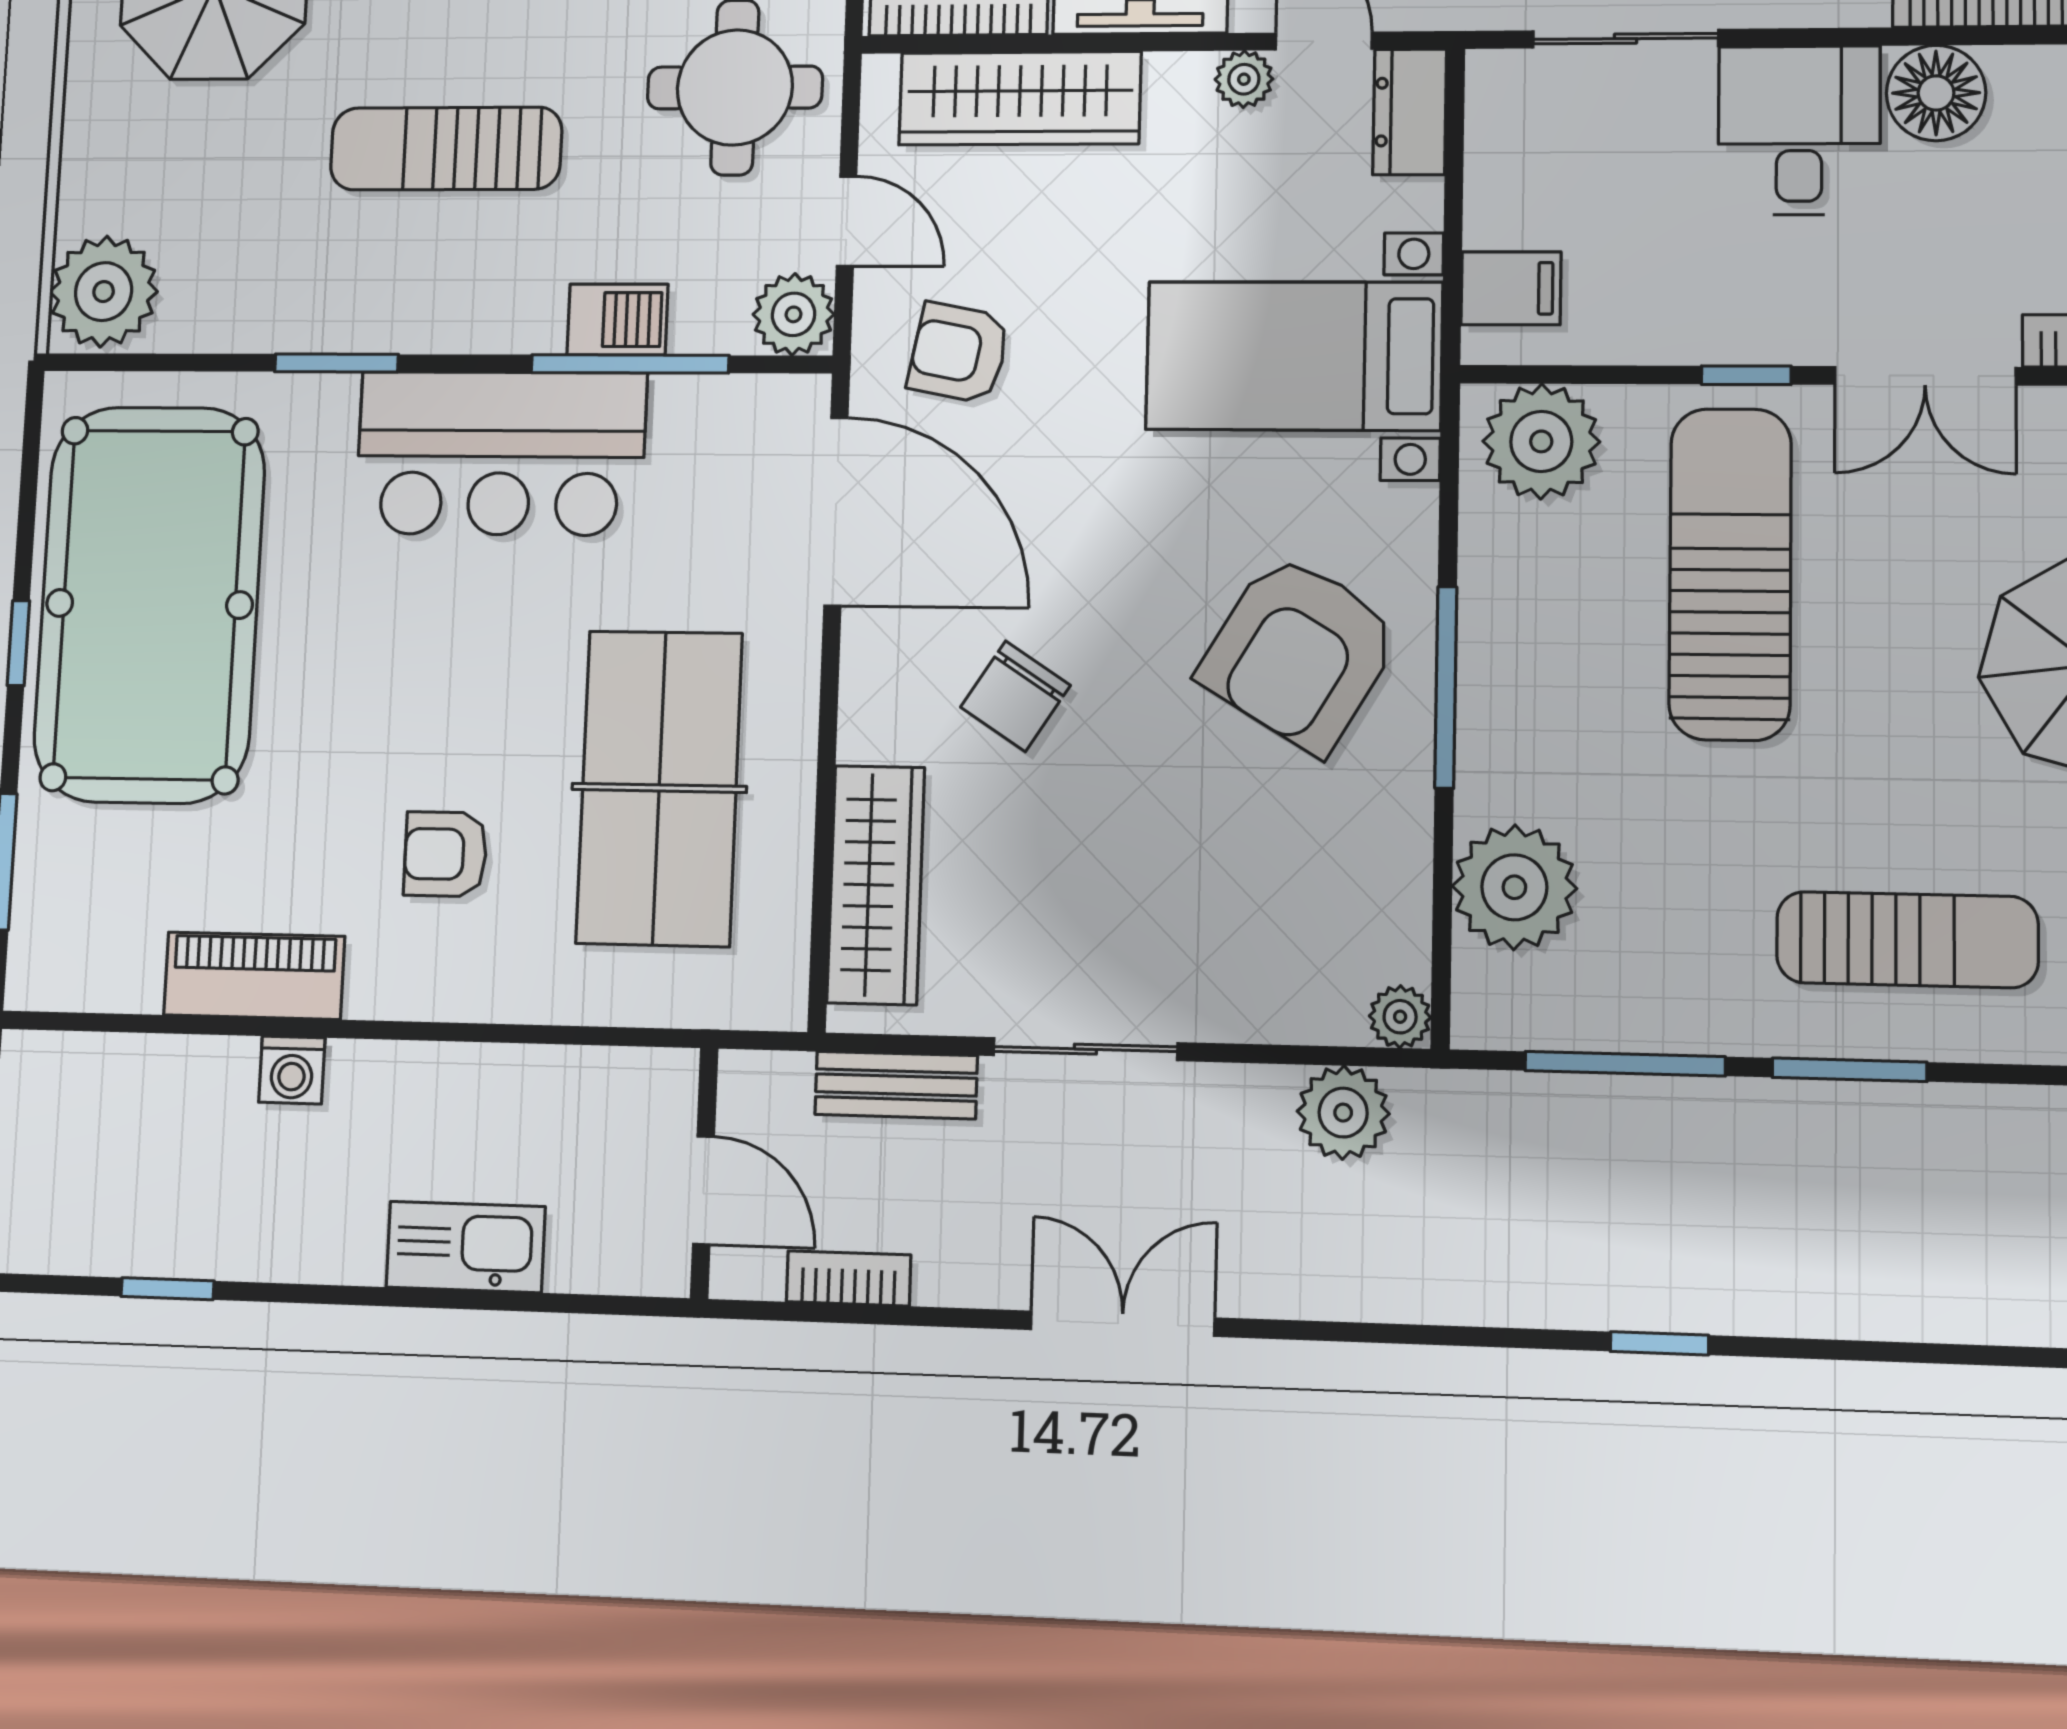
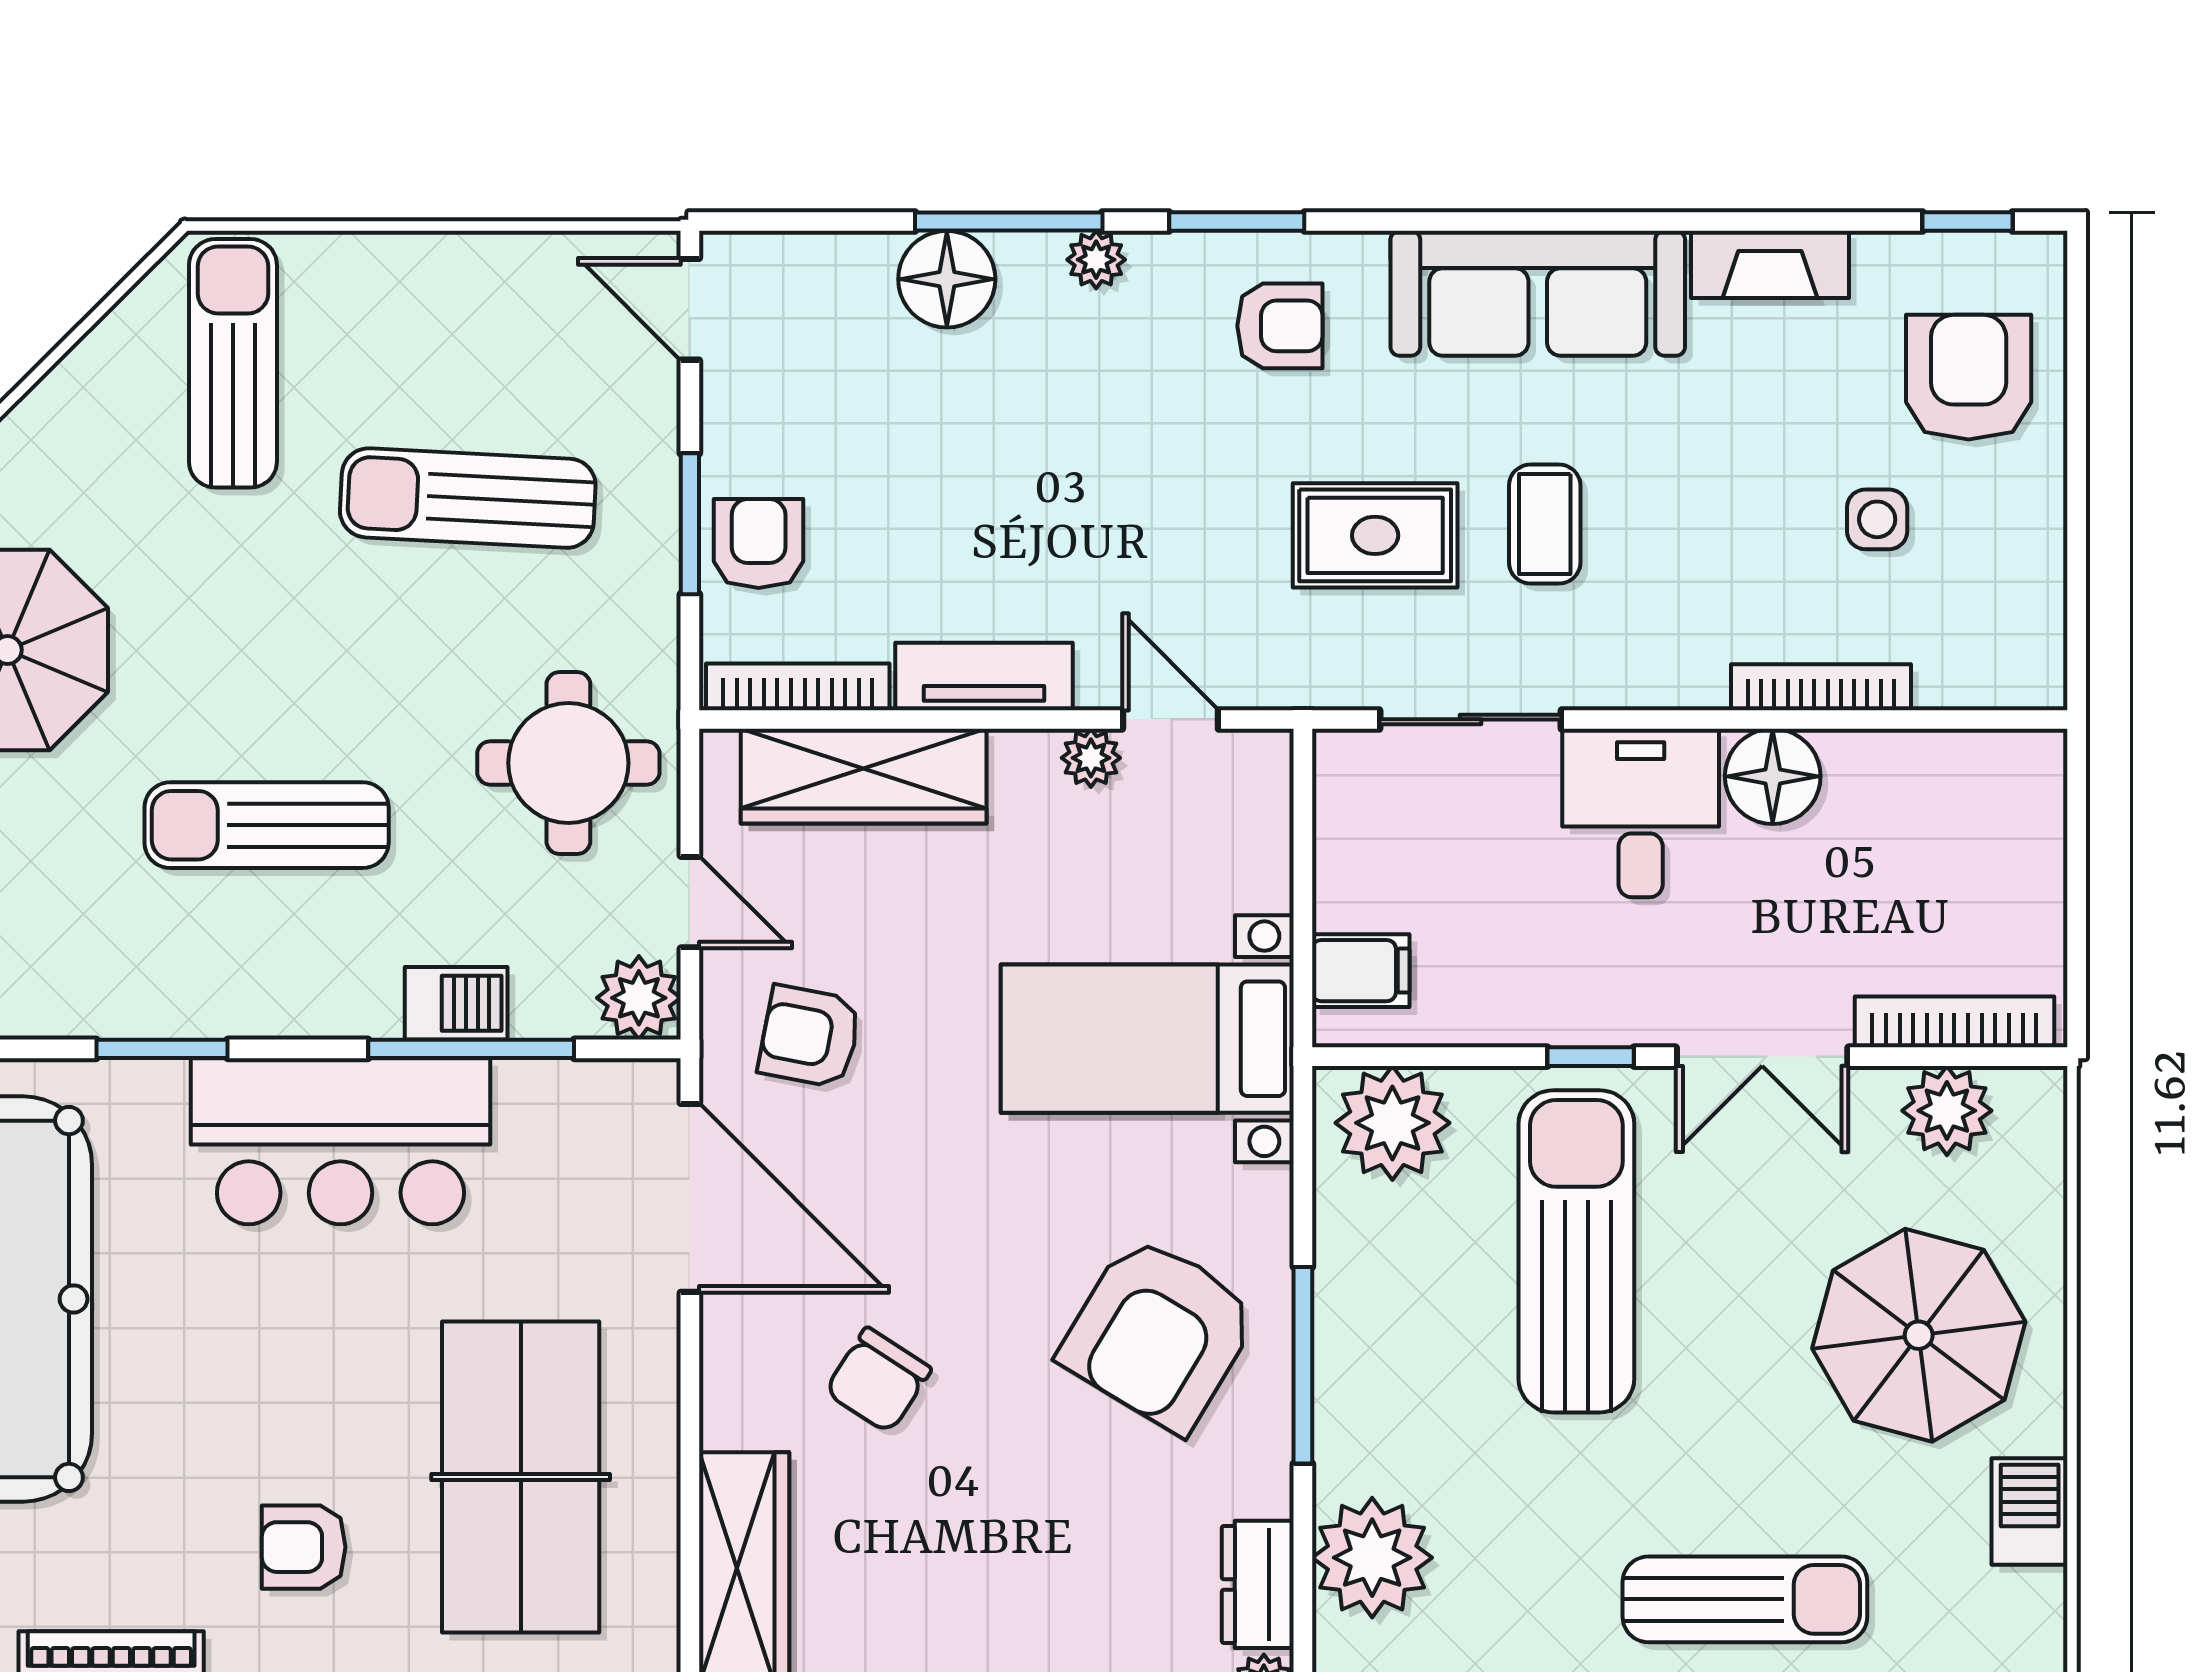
dresser: (1410, 112) -> (1258, 1584), moved

